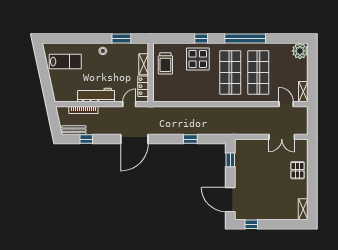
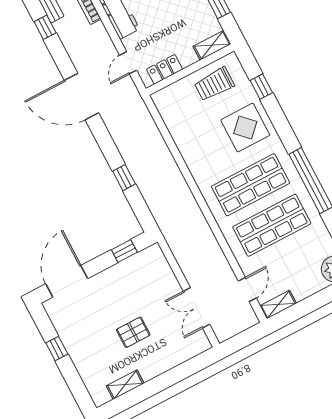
window: (201, 39) -> (261, 87), moved
shelving: (144, 64) -> (212, 45), moved
door: (129, 104) -> (128, 63), swing flipped
pallet: (298, 170) -> (133, 332), moved
shelving: (303, 209) -> (125, 385), moved
window: (251, 224) -> (57, 348), moved

